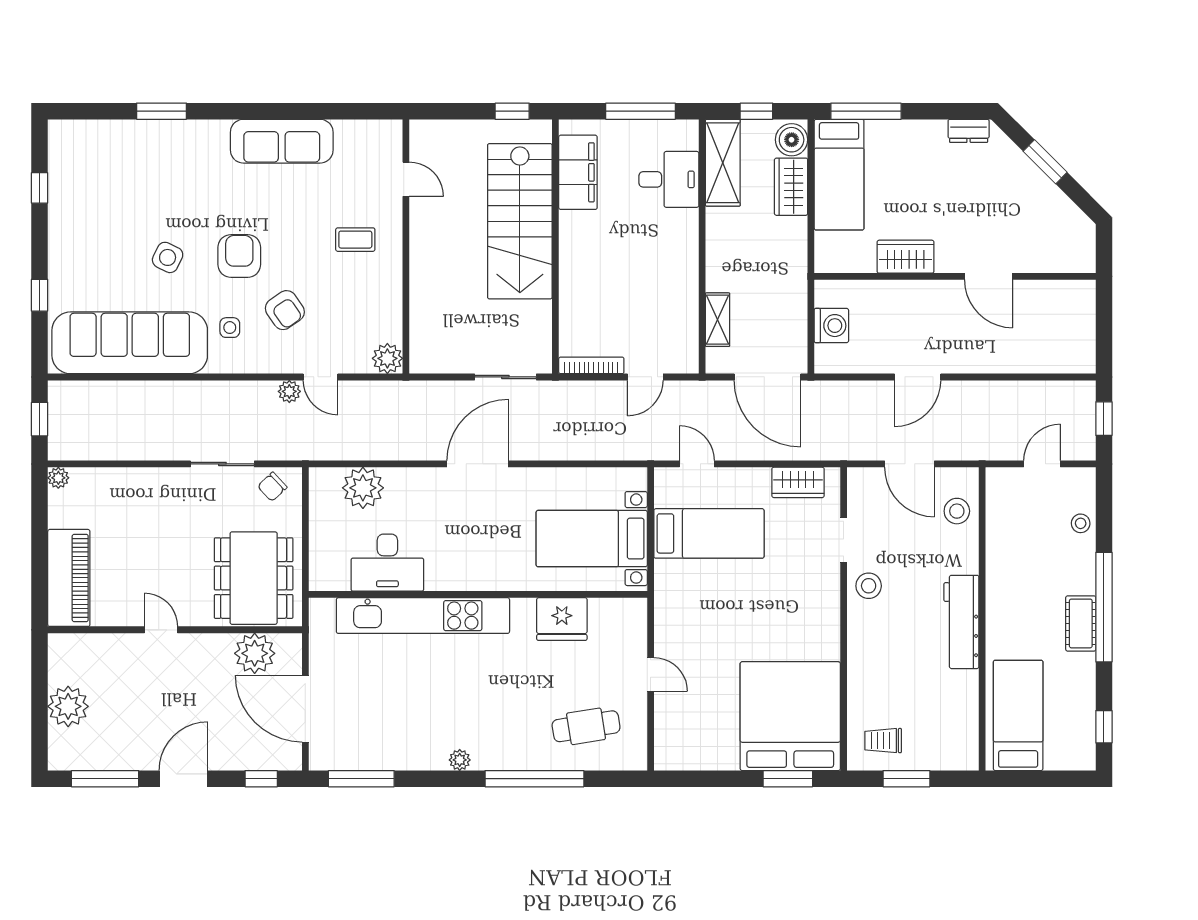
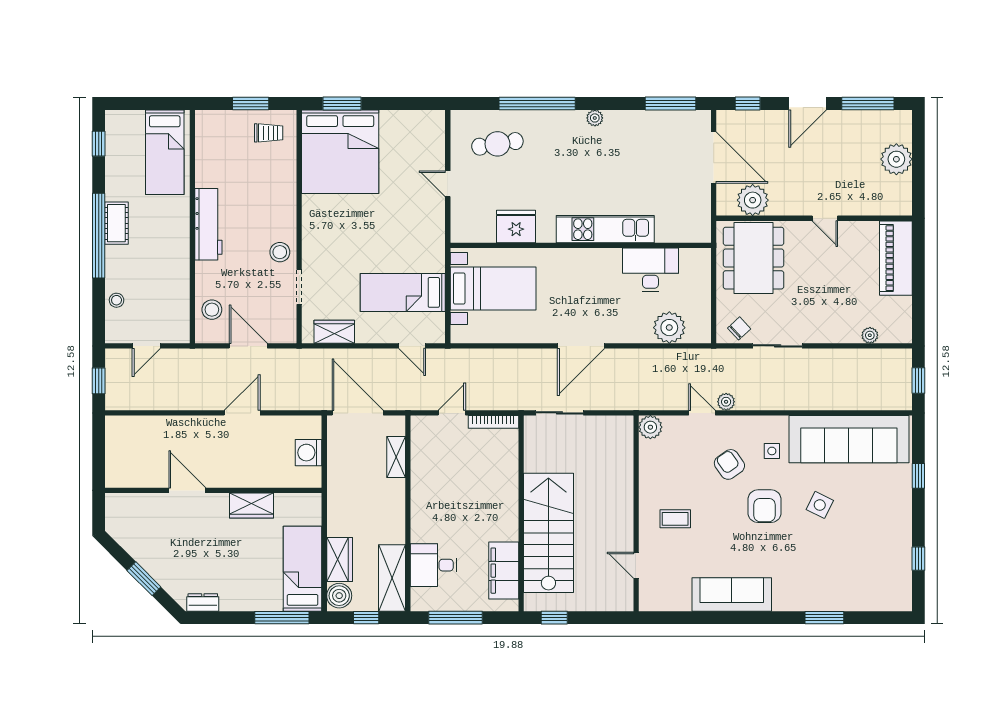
plant: (58, 478) -> (870, 335), moved
kitchen unit: (423, 616) -> (605, 229), width x0.73

